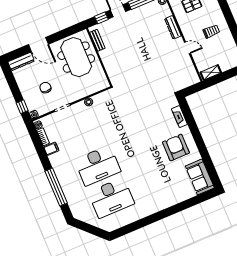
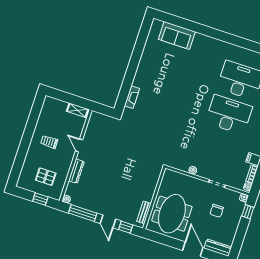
armchair: (176, 147) -> (156, 75), removed
sofa: (200, 177) -> (177, 36), moved, turned 90

